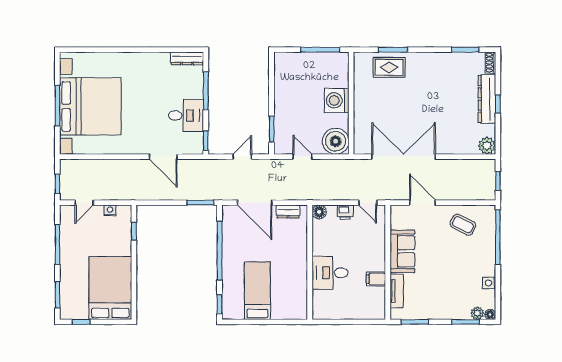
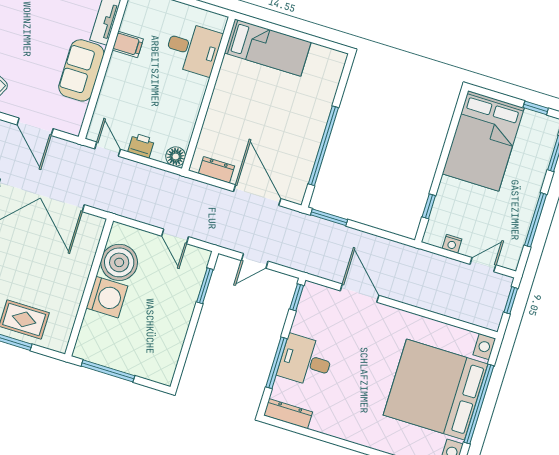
window: (57, 106) -> (479, 404), width x1.46
desk: (186, 115) -> (306, 361), moved
boiler: (336, 141) -> (119, 262), moved
desk: (330, 273) -> (193, 49), moved
bed: (257, 291) -> (268, 48), moved, turned -90
window: (220, 304) -> (345, 75), removed

